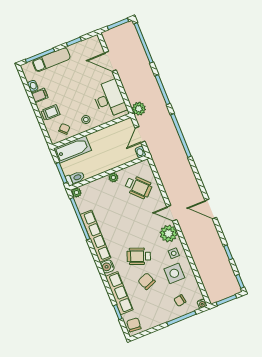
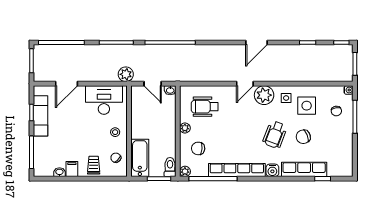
exam couch: (51, 60) -> (41, 116), moved
wheelchair: (138, 187) -> (205, 107), turned -136
chair: (134, 325) -> (198, 148), moved

